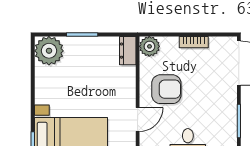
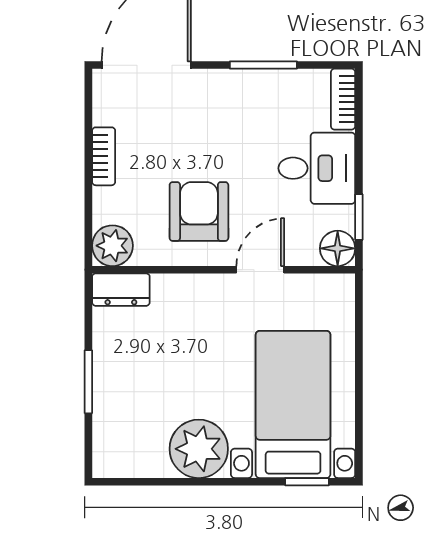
plant: (49, 51) -> (199, 449), moved
door: (138, 120) -> (260, 270), hinge flipped

